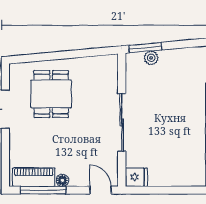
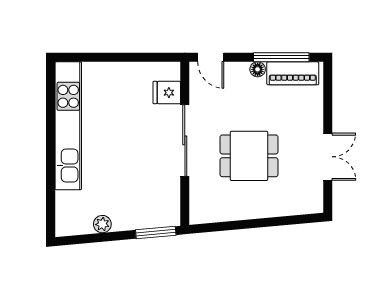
plant: (151, 58) -> (102, 224), moved
dining table: (51, 94) -> (249, 156), moved, turned 90
fridge: (136, 177) -> (167, 93), moved

